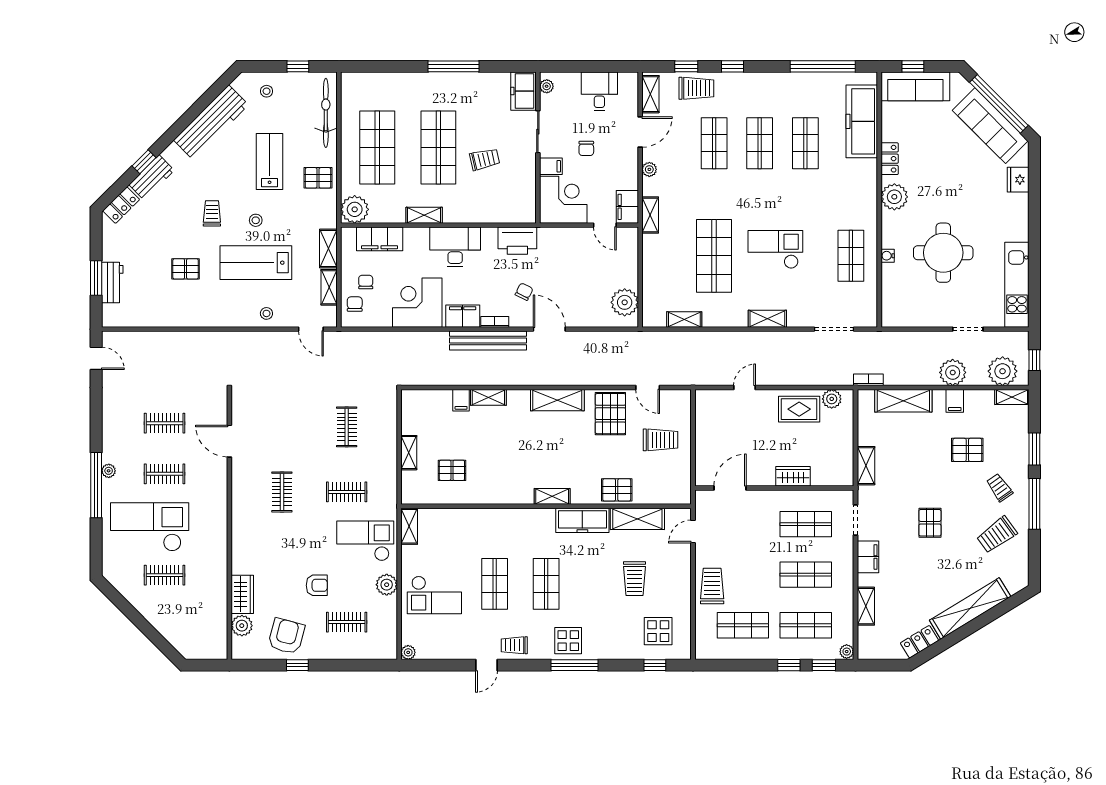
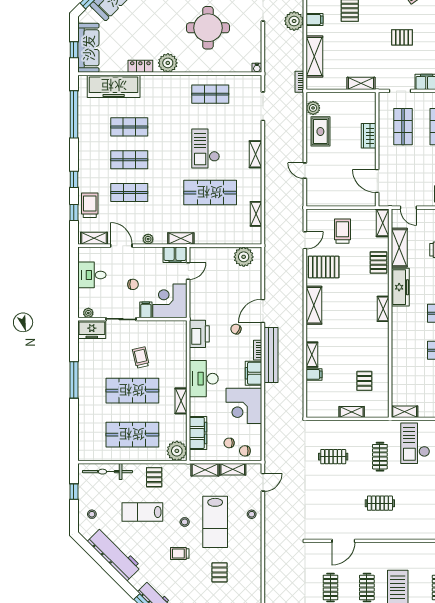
water cooler: (888, 256) -> (257, 68), moved
shelving: (672, 496) -> (383, 223), added

